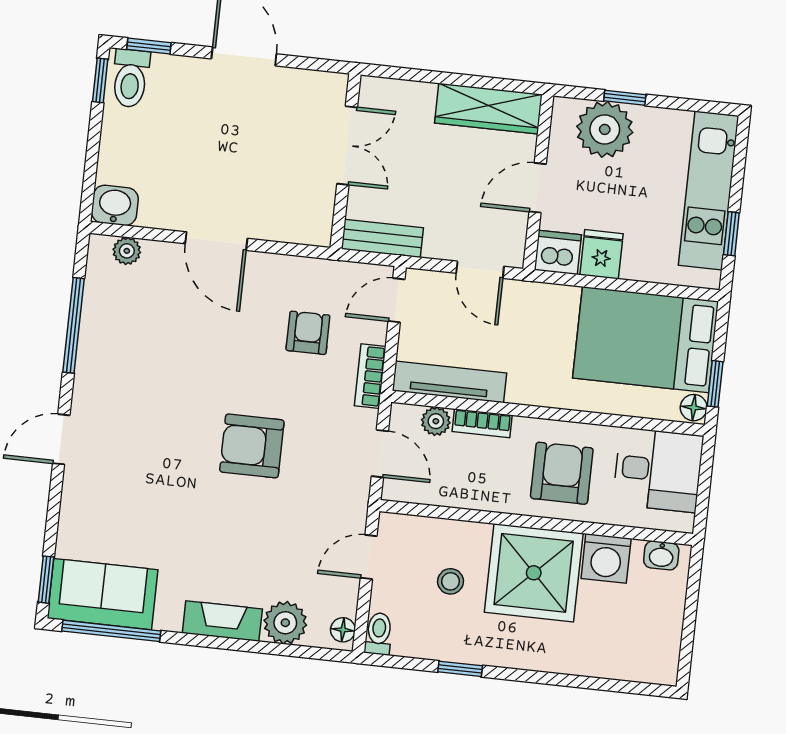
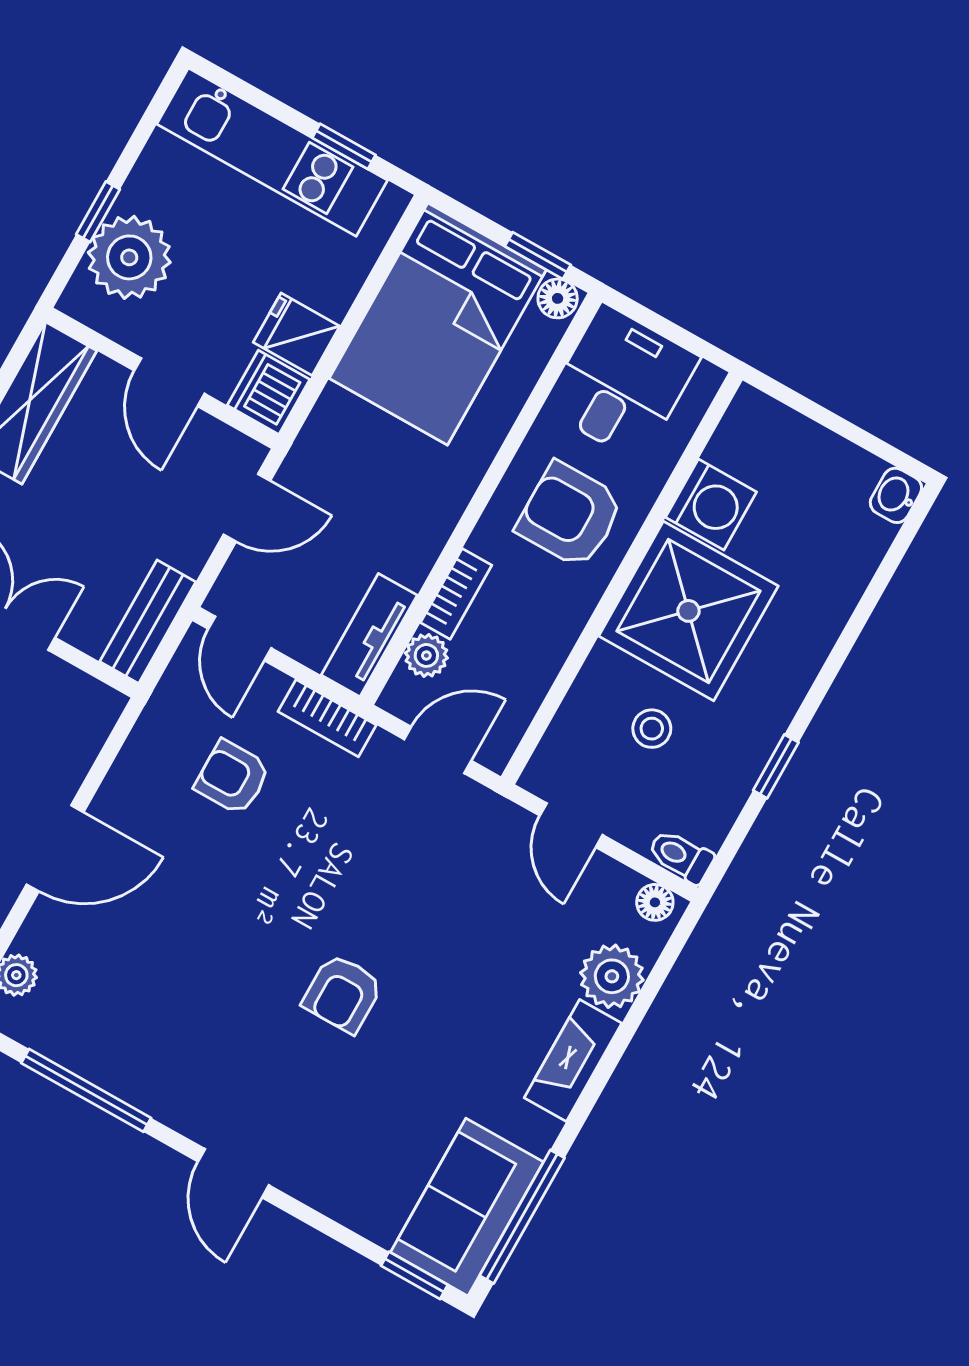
tv unit: (449, 382) -> (369, 635), width x0.71
armchair: (252, 446) -> (343, 993), moved, width x0.72, depth x0.72
washbasin: (661, 555) -> (896, 495), moved, turned 180

